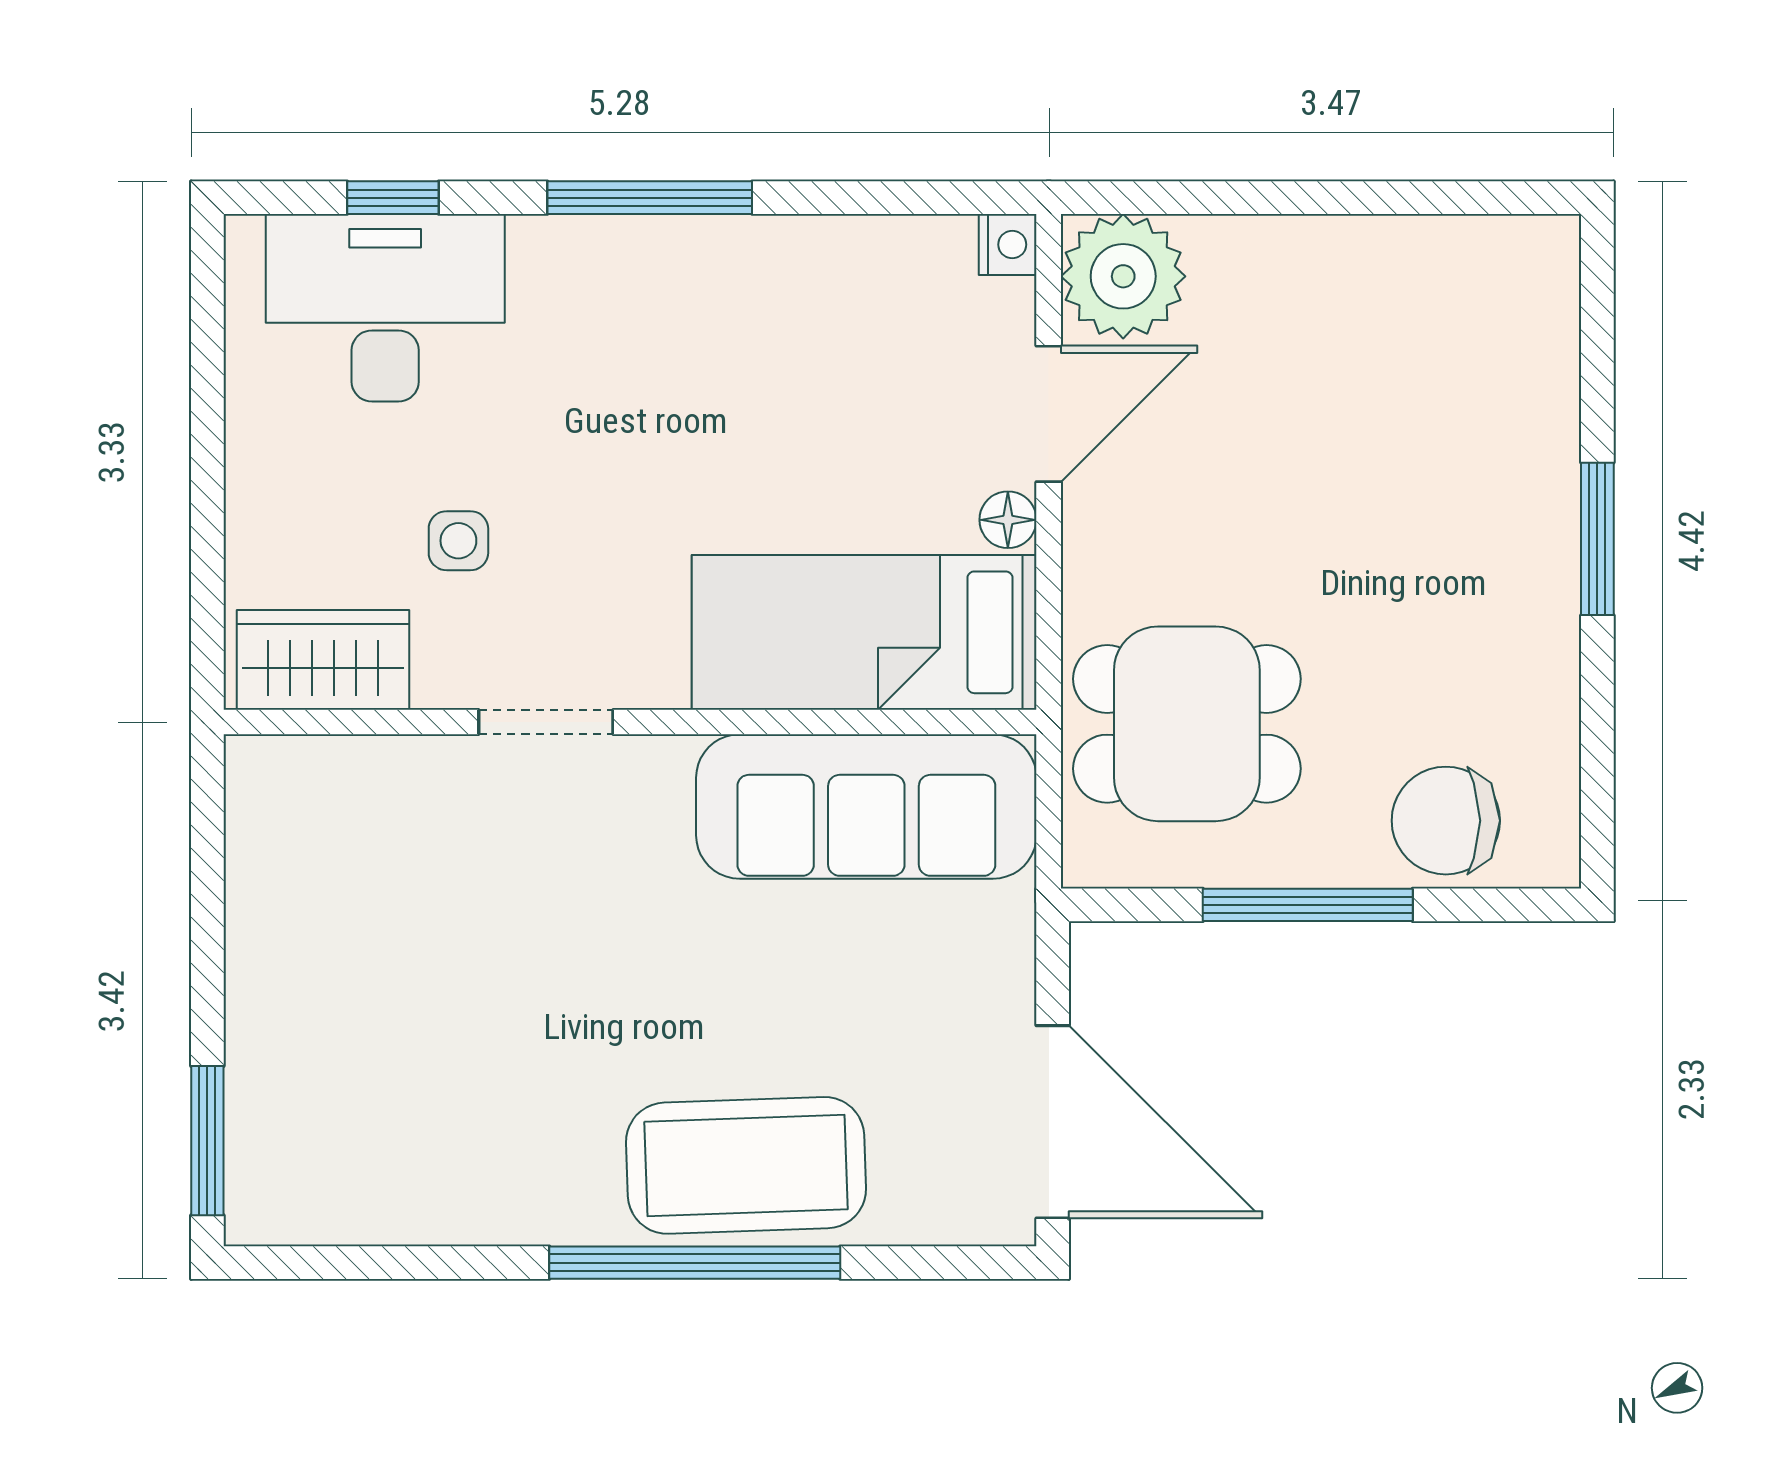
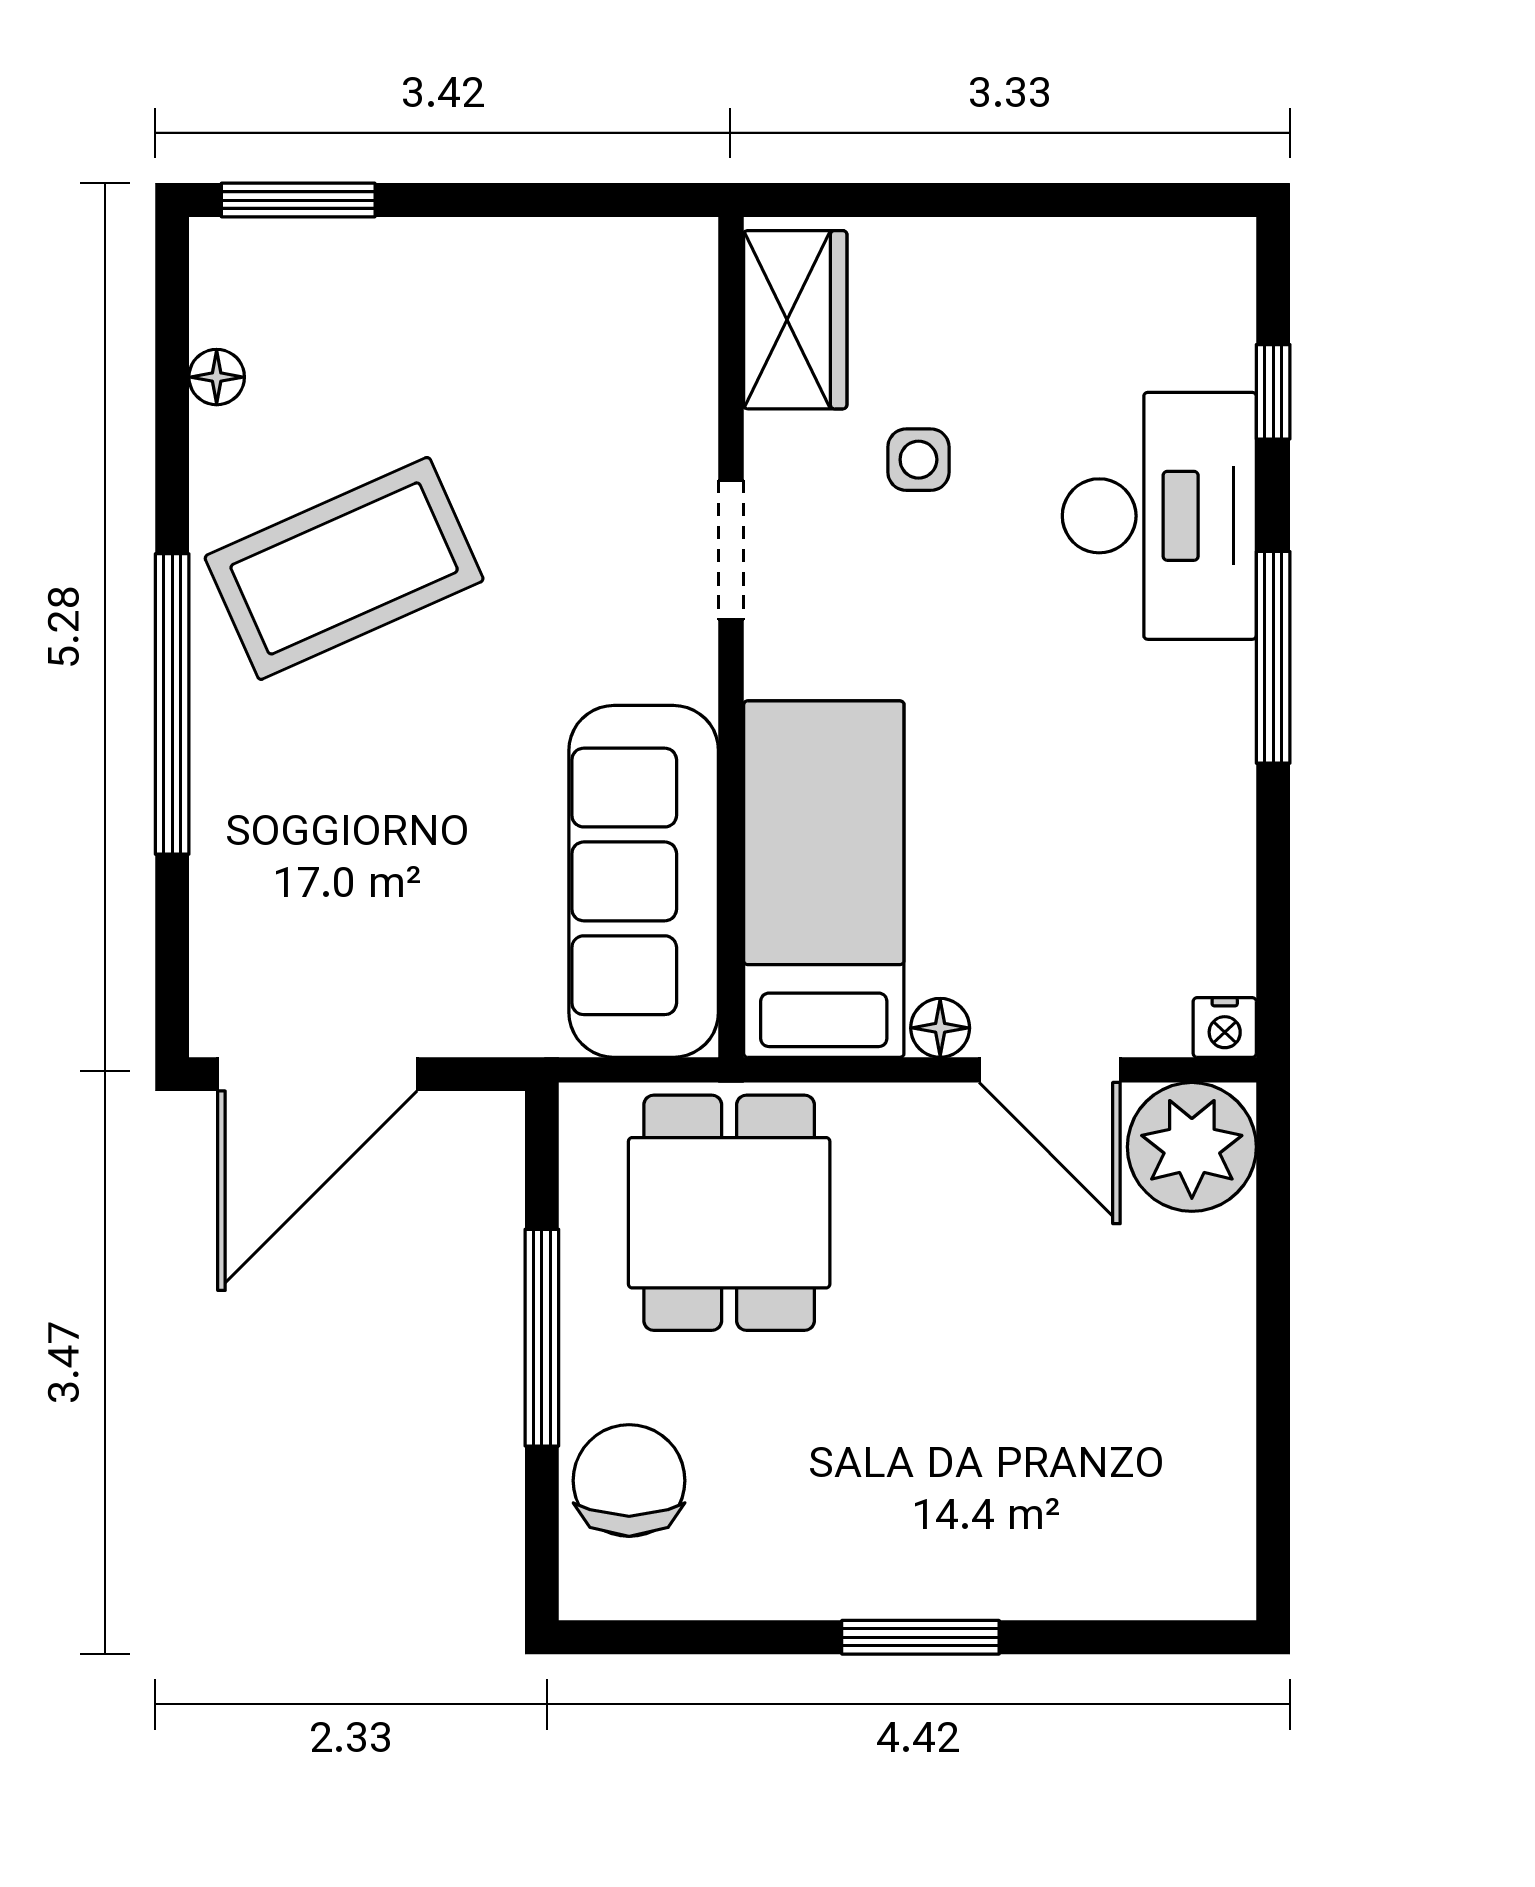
desk: (385, 308) -> (1159, 516), moved
coffee table: (746, 1165) -> (344, 568), moved, turned 68
floor lamp: (379, 1219) -> (217, 377), added

